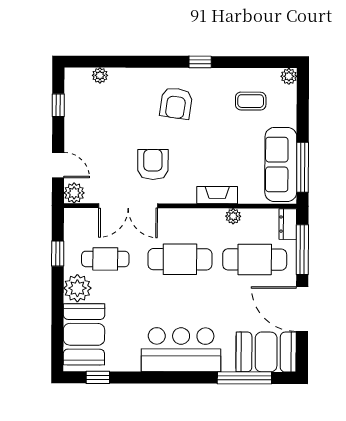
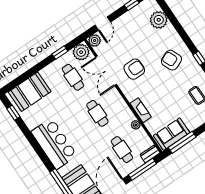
plant: (100, 75) -> (159, 20), width x1.88, depth x1.88
armchair: (176, 103) -> (171, 60), turned 59
sofa: (281, 164) -> (172, 134), width x0.73
cafe table: (180, 259) -> (97, 113), width x0.73, depth x0.74
cafe table: (255, 260) -> (122, 150), width x0.73, depth x0.74
plant: (77, 288) -> (81, 52), moved

